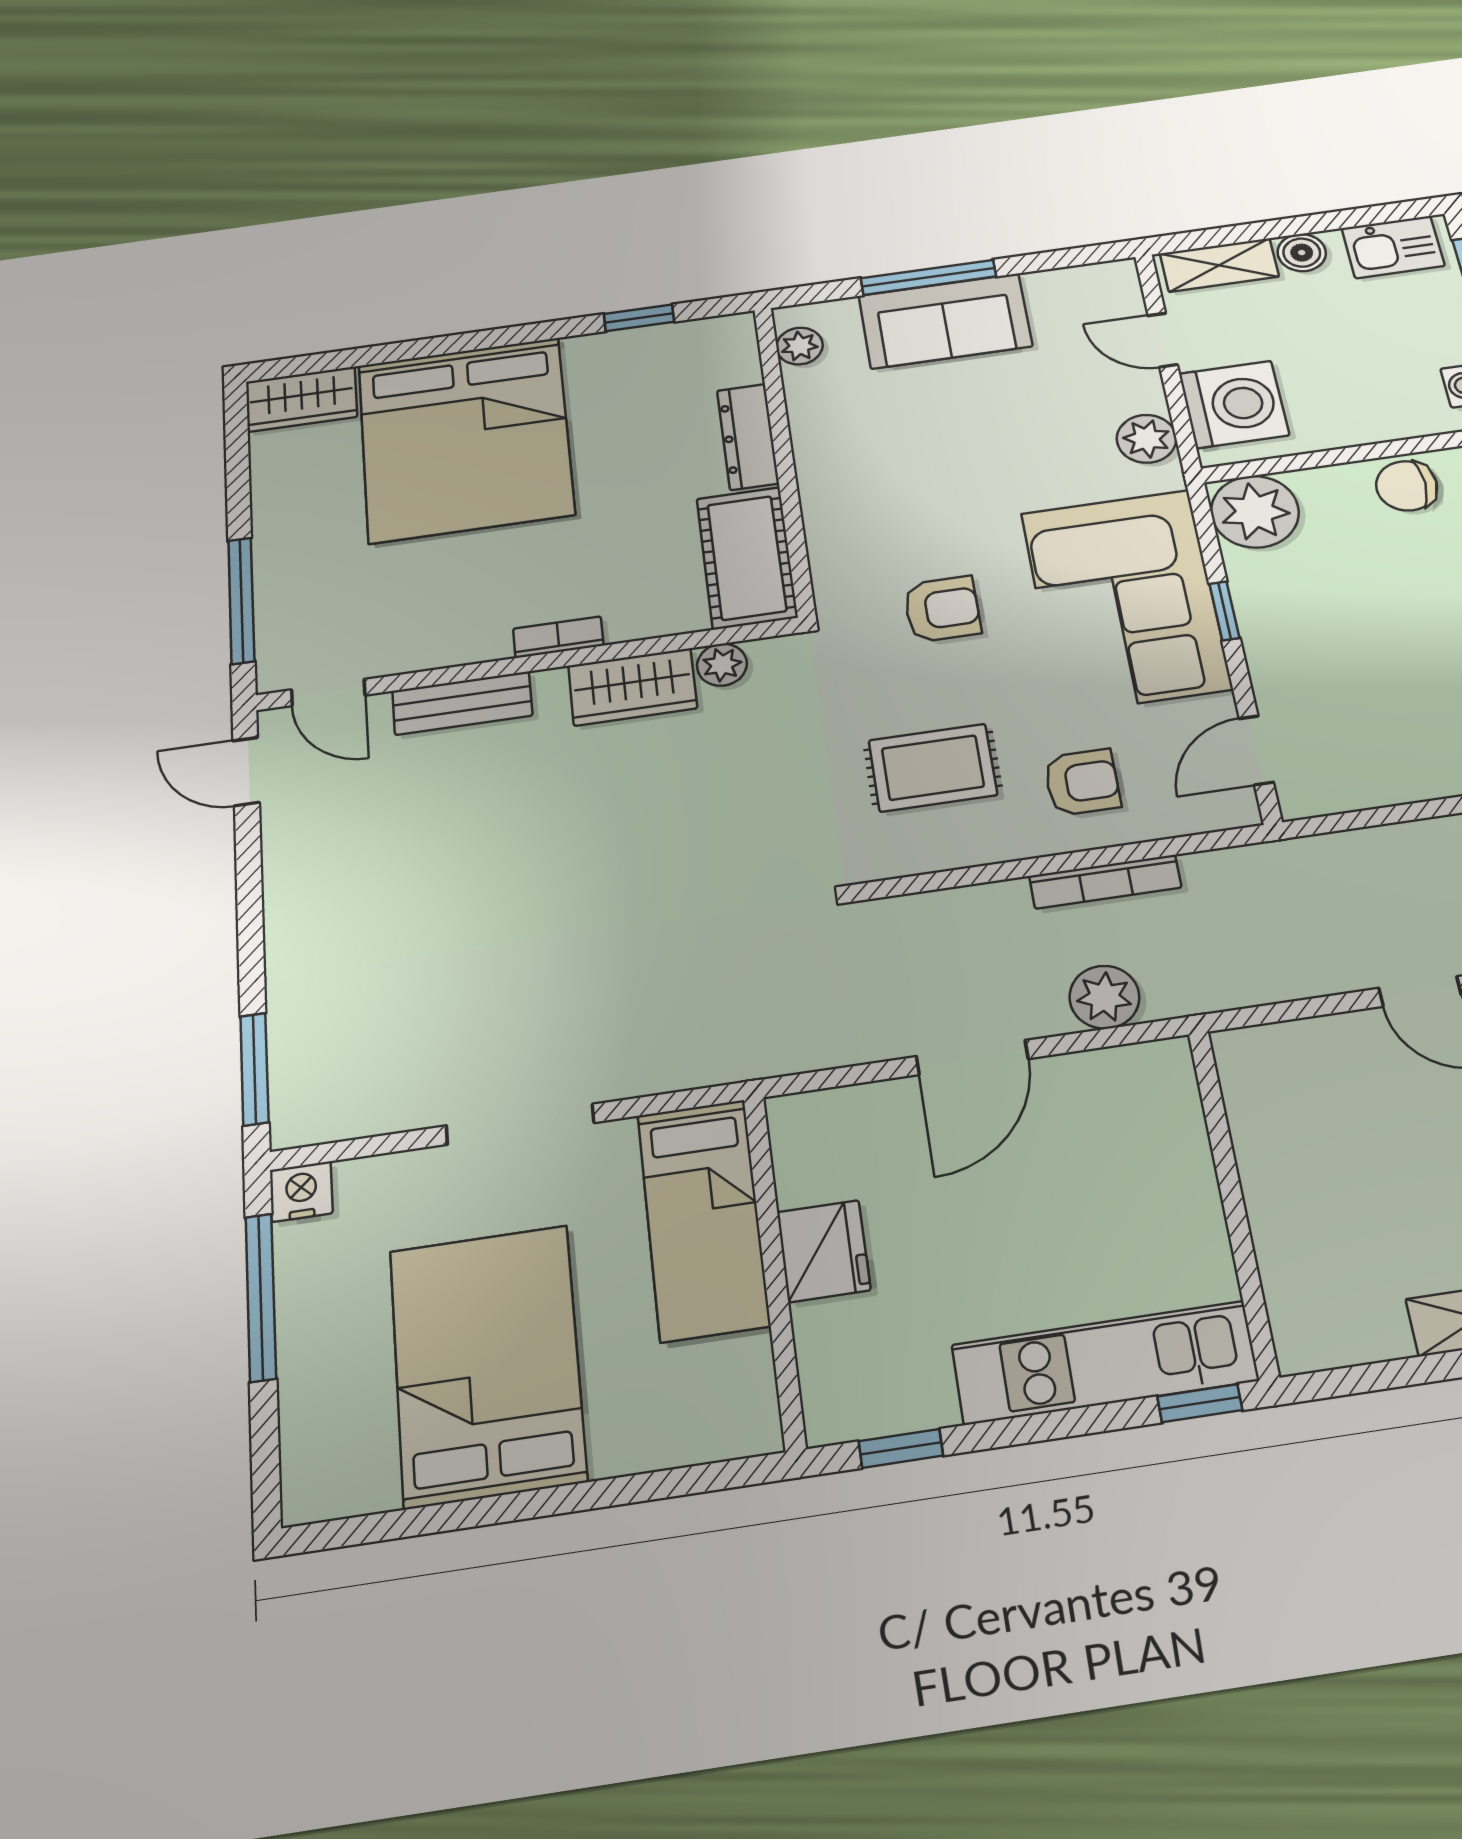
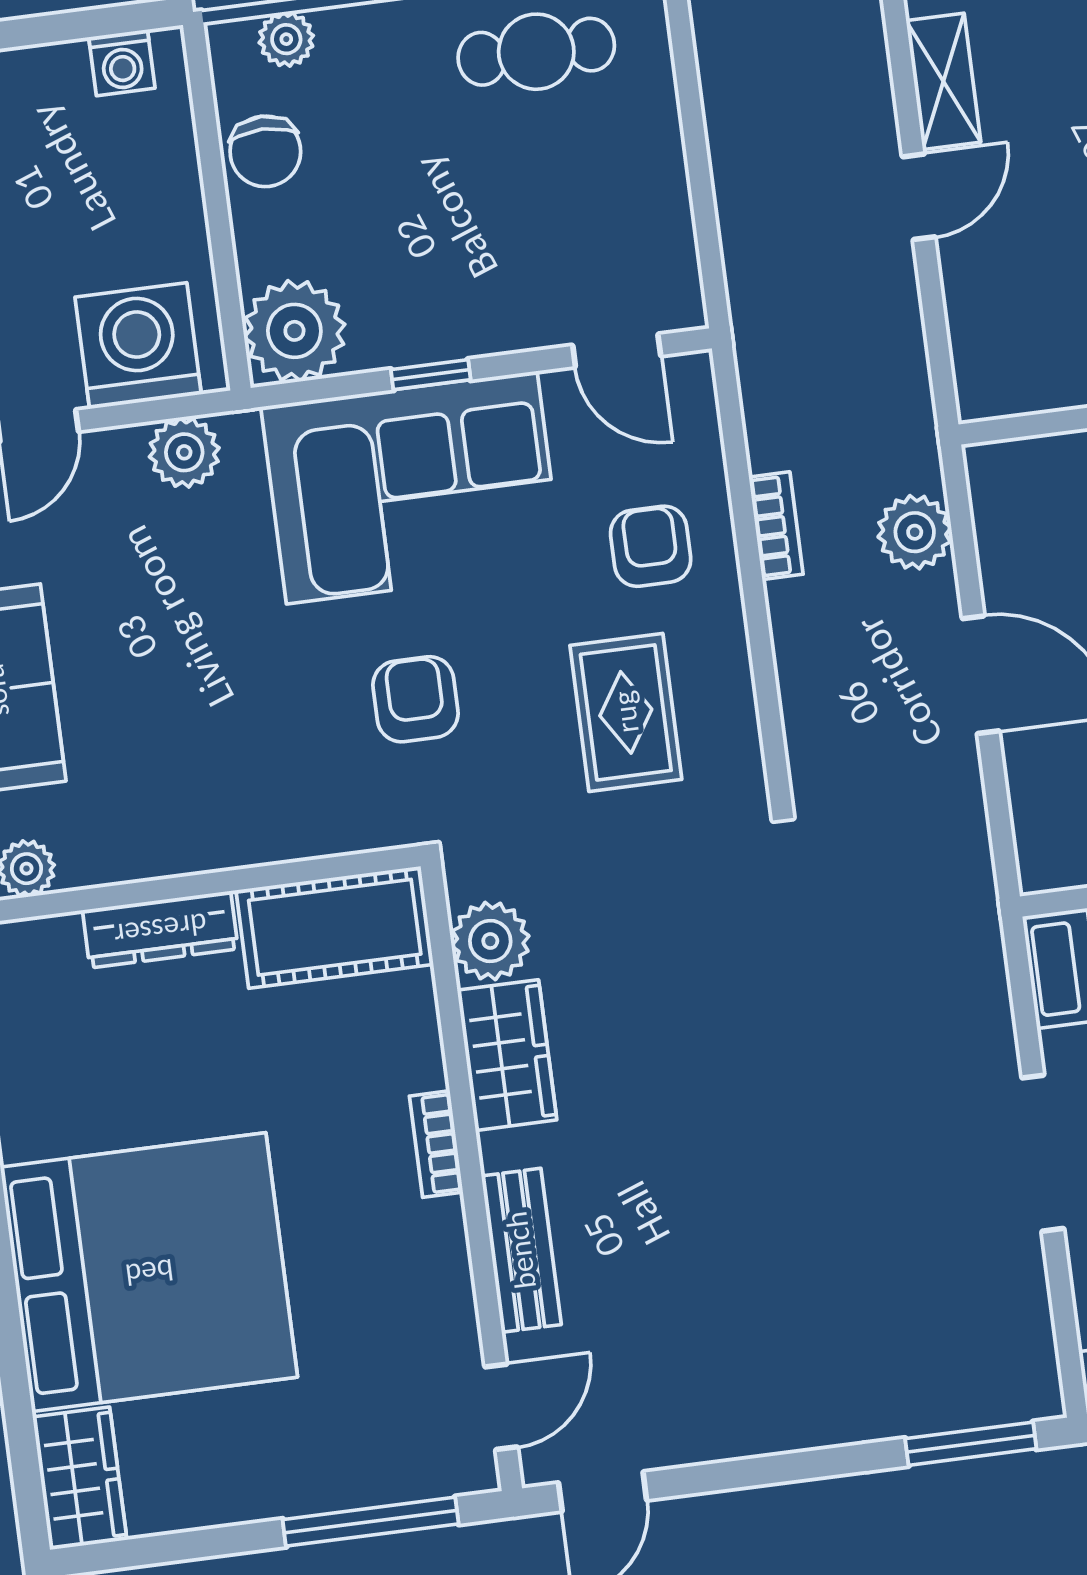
plant: (722, 665) -> (490, 941), width x1.38, depth x1.38
bookcase: (1105, 882) -> (776, 526), width x0.64

